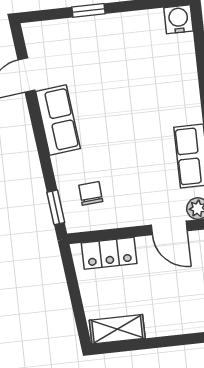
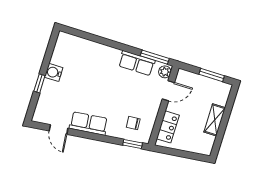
water cooler: (178, 19) -> (54, 72), moved
shelving: (117, 329) -> (215, 120), moved

